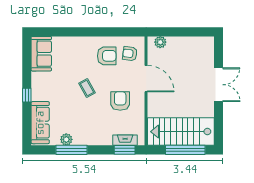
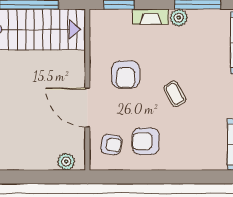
plant: (66, 139) -> (179, 18), moved
fireplace: (125, 140) -> (151, 17), moved

